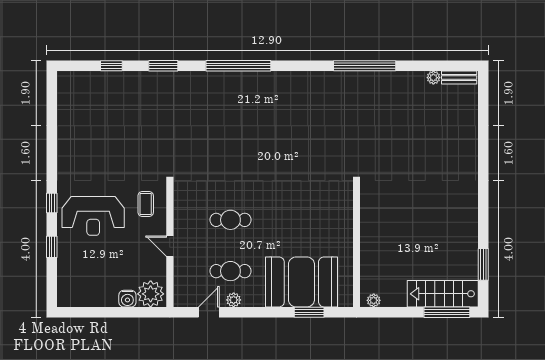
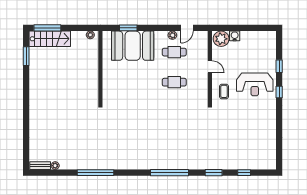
reception desk: (93, 216) -> (255, 84), turned 180

